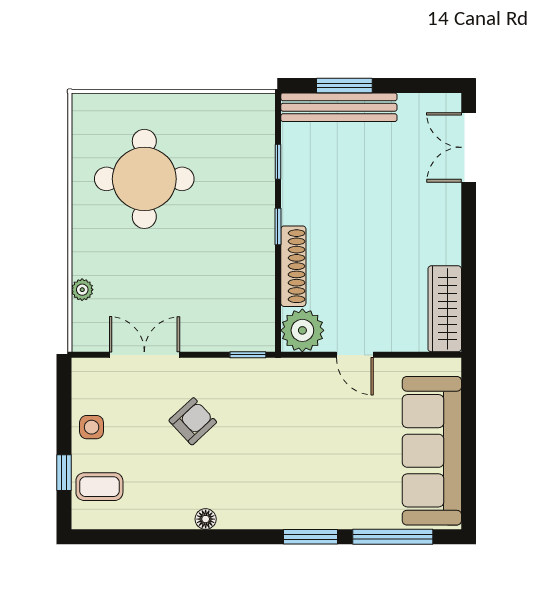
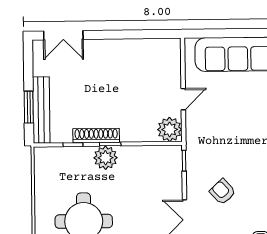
plant: (254, 218) -> (106, 158), added
shoe rack: (293, 266) -> (96, 136), moved
wardrobe: (445, 309) -> (156, 48), removed

